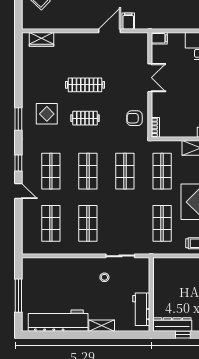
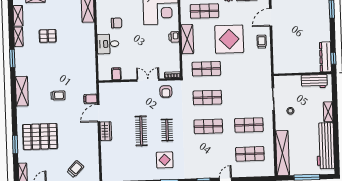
door: (110, 31) -> (98, 113), hinge flipped
filing cabinet: (159, 38) -> (116, 74), moved
wardrobe: (41, 39) -> (106, 131), moved
double door: (150, 78) -> (148, 80), moved
shop shelf: (51, 171) -> (209, 155), removed
shop shelf: (162, 223) -> (247, 67), removed
shelving: (51, 265) -> (282, 153), added
window: (183, 335) -> (333, 58), moved

